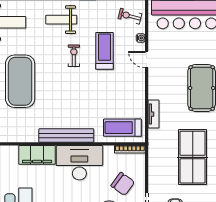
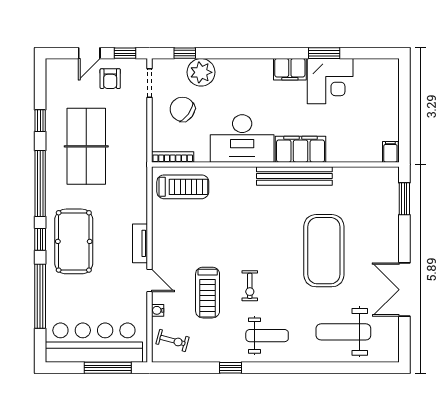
tv unit: (153, 114) -> (140, 243), moved
bench: (66, 136) -> (294, 176), moved

